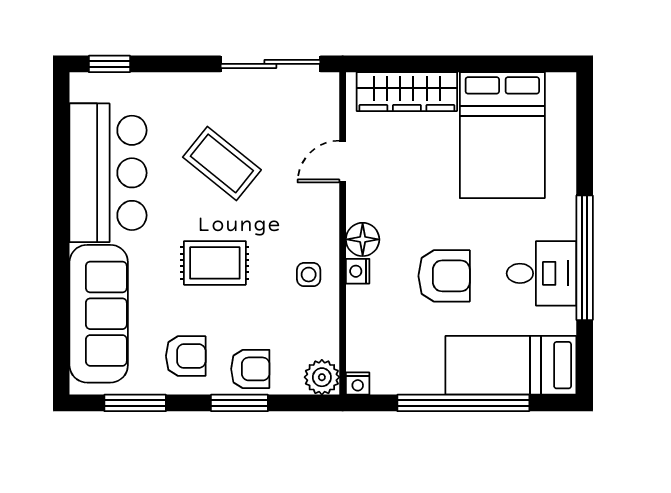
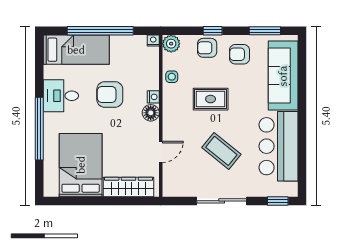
sliding door: (270, 64) -> (222, 201), moved
window: (585, 258) -> (39, 129), moved
rug: (215, 263) -> (211, 99), moved
side table: (309, 275) -> (172, 77), moved
window: (239, 403) -> (213, 31), width x0.67

